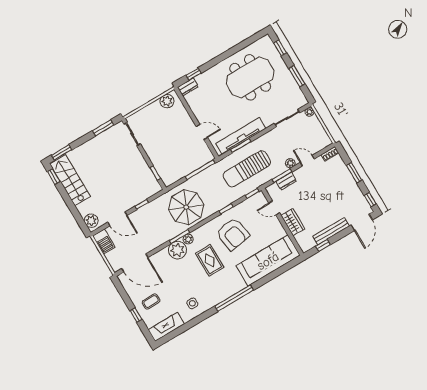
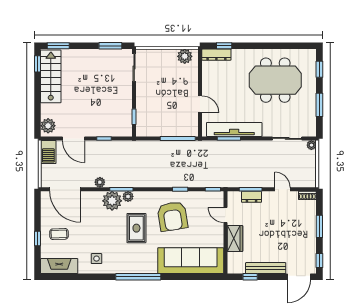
dresser: (188, 87) -> (216, 55), width x1.44
plant: (290, 163) -> (100, 182), moved
sun lounger: (247, 169) -> (222, 163), removed
parasol: (186, 207) -> (144, 166), removed

